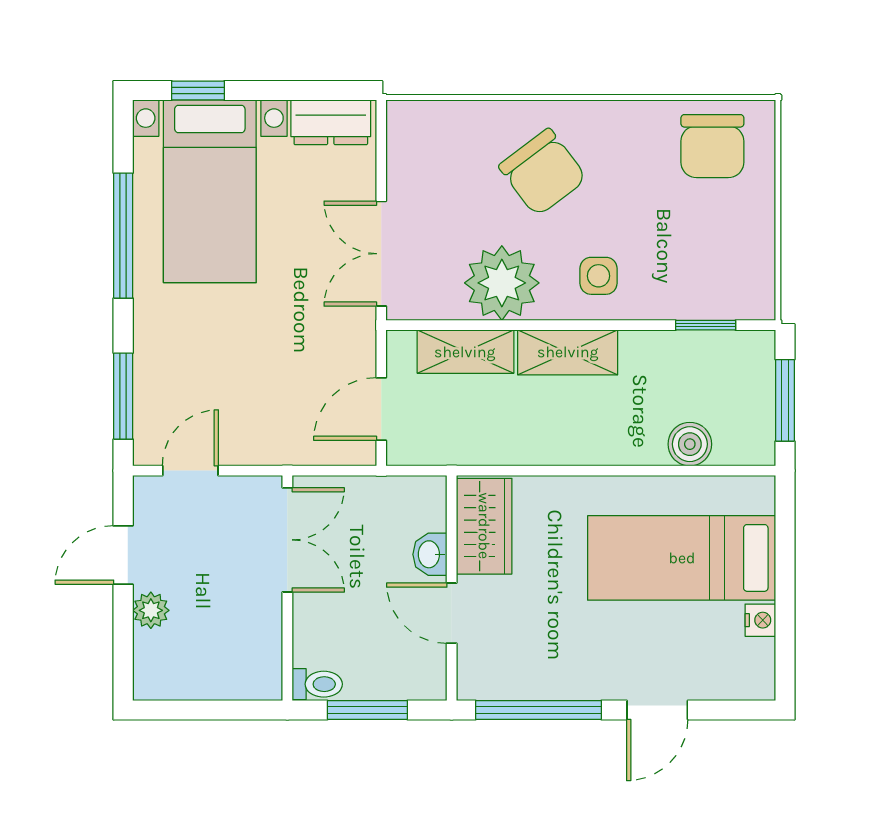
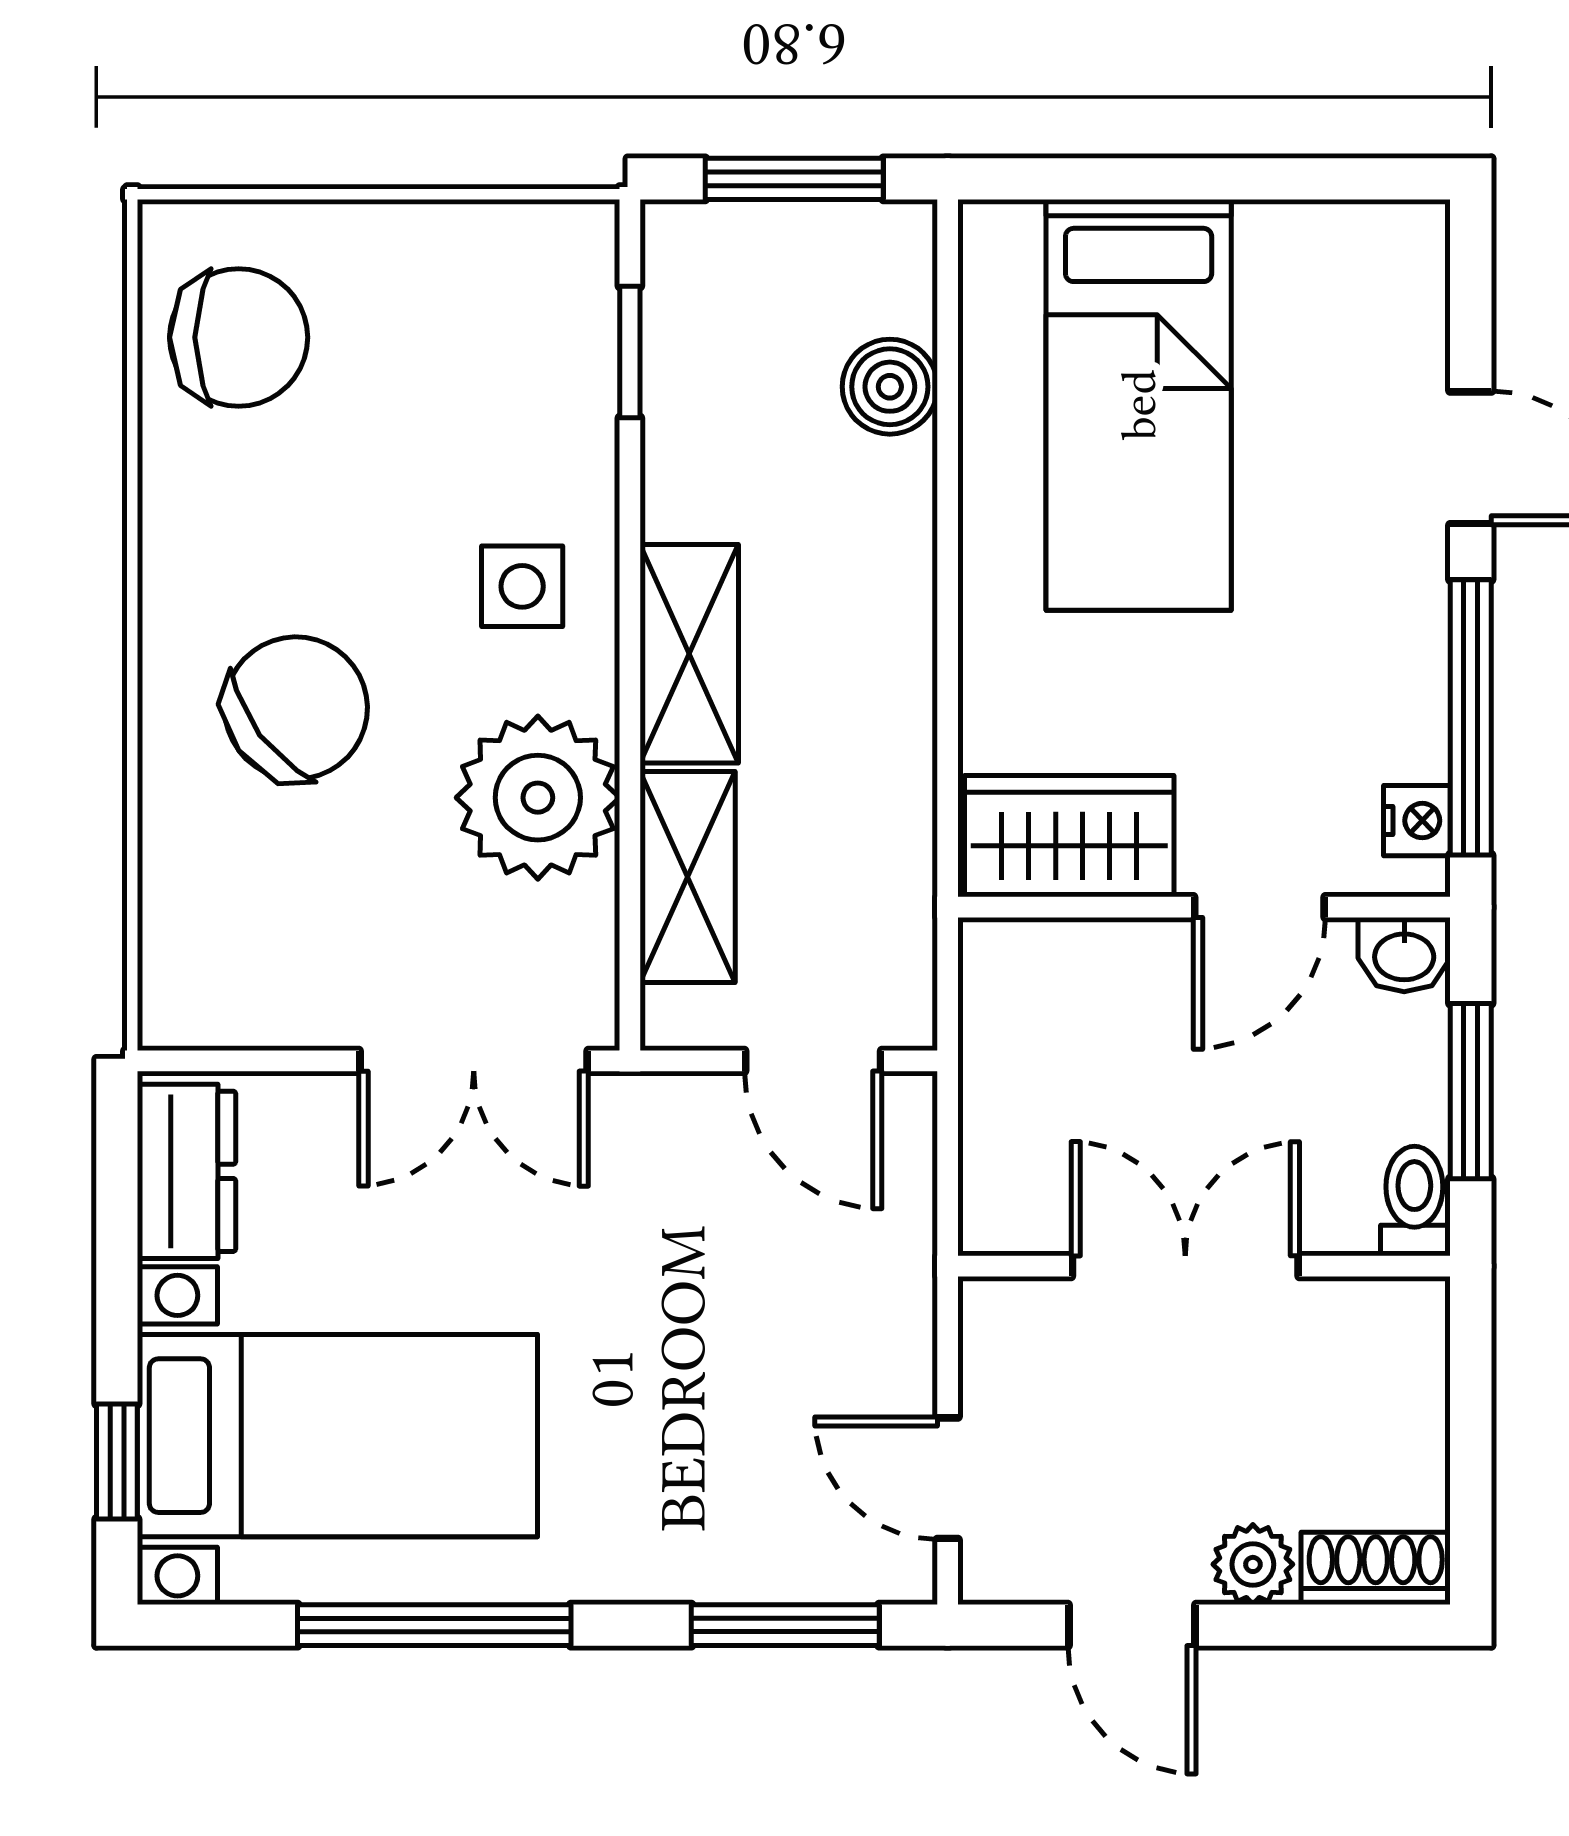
double door: (287, 540) -> (1185, 1266), moved
washbasin: (430, 554) -> (1404, 955), moved
nightstand: (760, 620) -> (1417, 821), moved, turned 90
shoe rack: (149, 666) -> (1376, 1568), added

